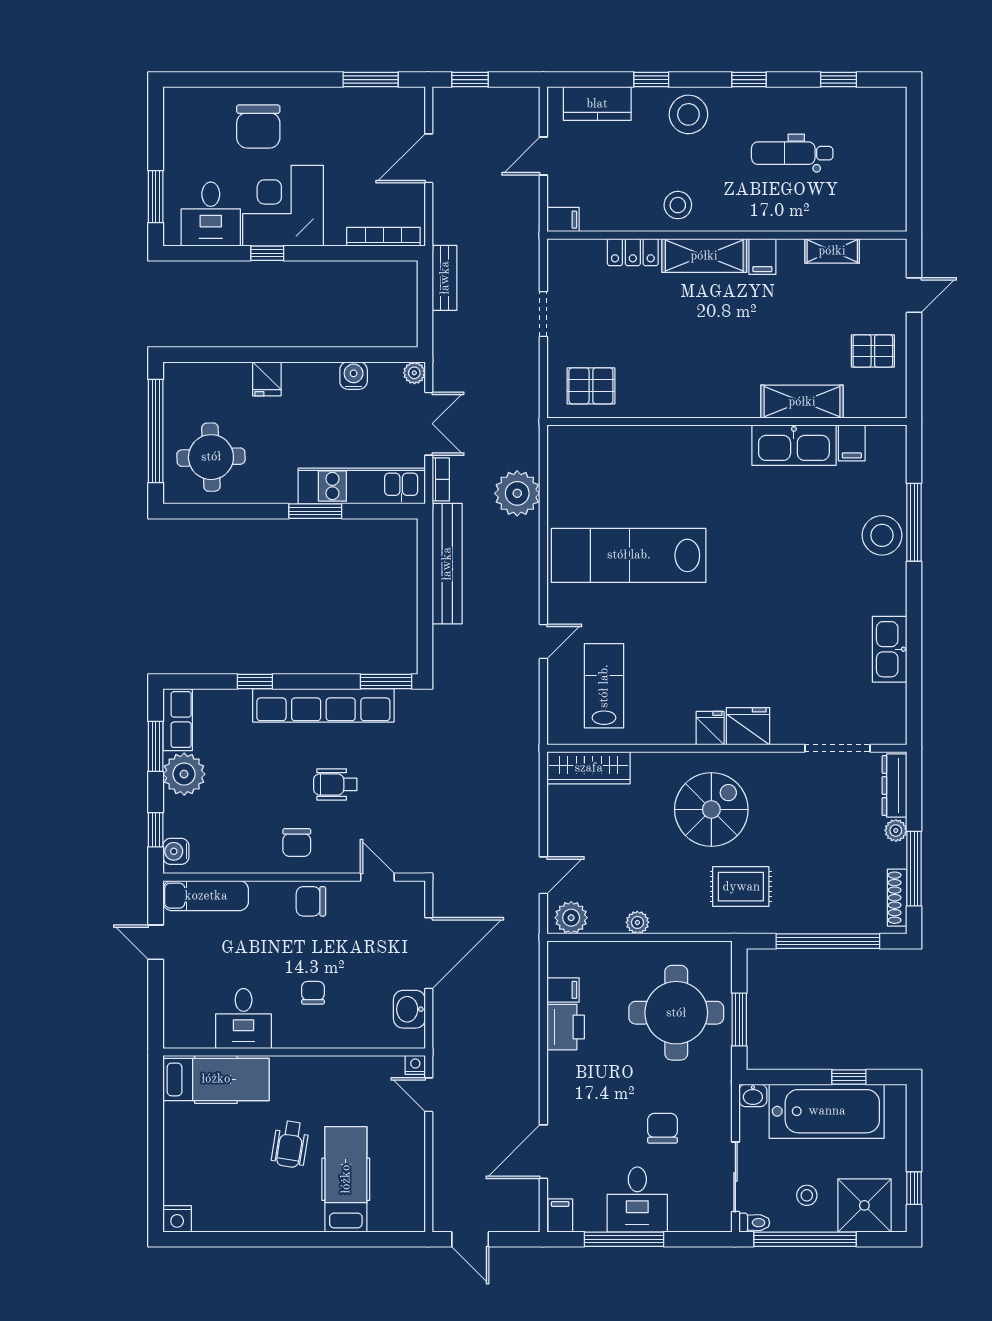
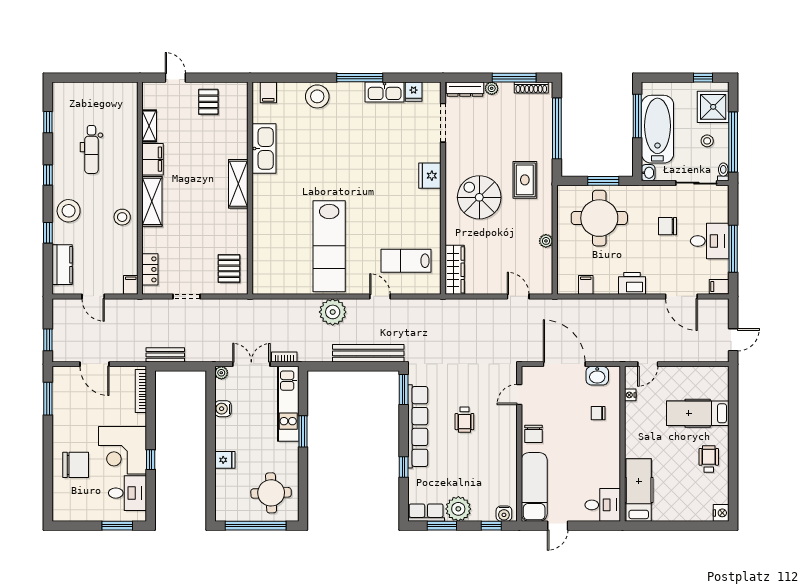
locker: (633, 252) -> (150, 269), moved
filing cabinet: (762, 257) -> (153, 159), width x2.00
shelving: (802, 402) -> (238, 184), moved
filing cabinet: (852, 443) -> (268, 92), moved, turned 90
plant: (517, 493) -> (333, 312), moved
window: (914, 522) -> (360, 78), moved
bench: (447, 564) -> (368, 353), moved
fridge: (710, 728) -> (414, 92), moved, turned -90
chair: (297, 843) -> (499, 442), removed
exam couch: (206, 896) -> (534, 487), width x1.36, depth x1.45
plant: (571, 918) -> (543, 280), removed
chair: (313, 993) -> (598, 413), moved
desk: (244, 1019) -> (603, 505), moved
printer: (566, 1027) -> (632, 283), moved
nightstand: (415, 1065) -> (630, 395), moved
window: (849, 1077) -> (637, 116), width x2.17
wheelchair: (290, 1144) -> (709, 459), moved, turned -99

